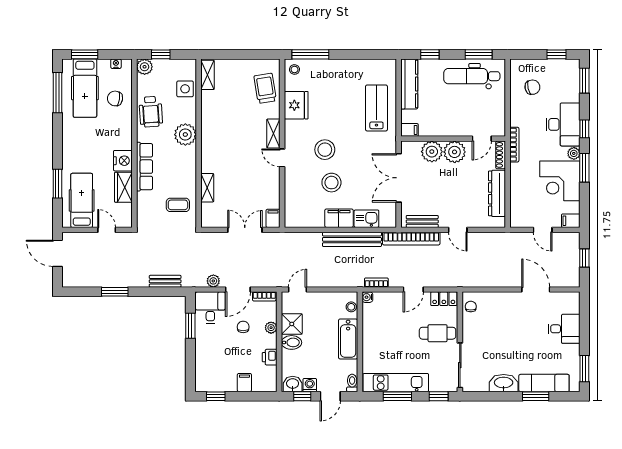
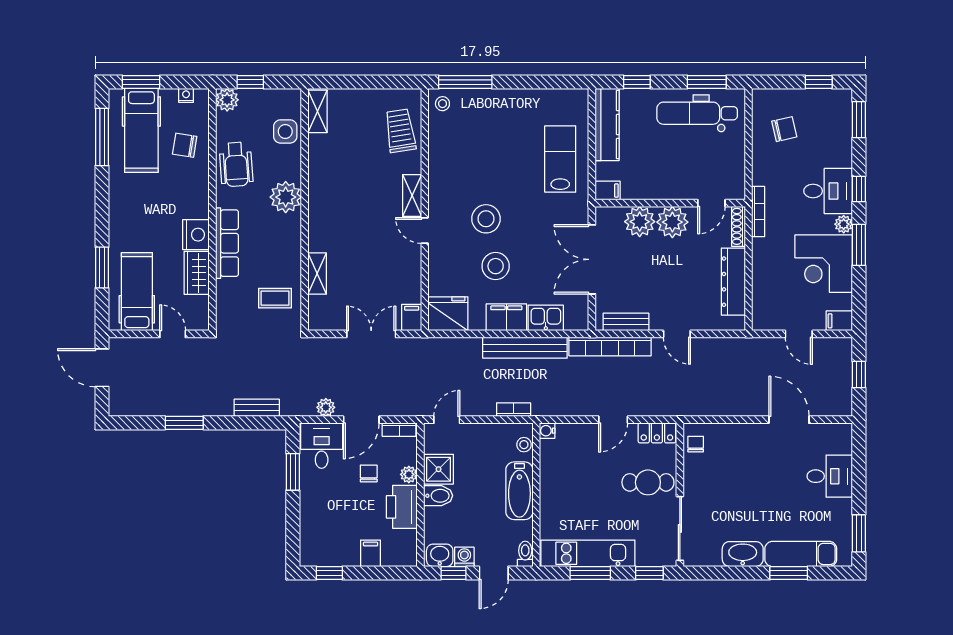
fridge: (296, 105) -> (448, 314), moved, turned -90
desk: (563, 124) -> (828, 191), width x0.73
bookcase: (376, 283) -> (514, 410), moved
printer: (270, 357) -> (402, 507), width x1.87, depth x1.48

